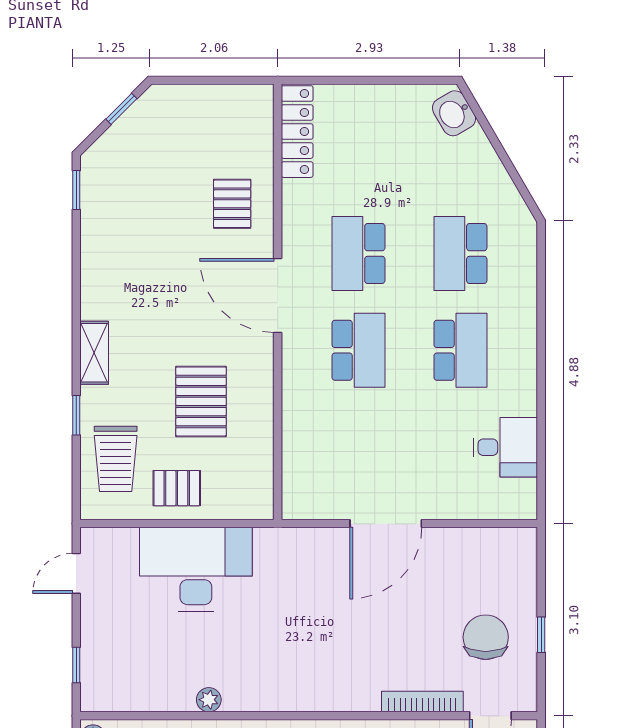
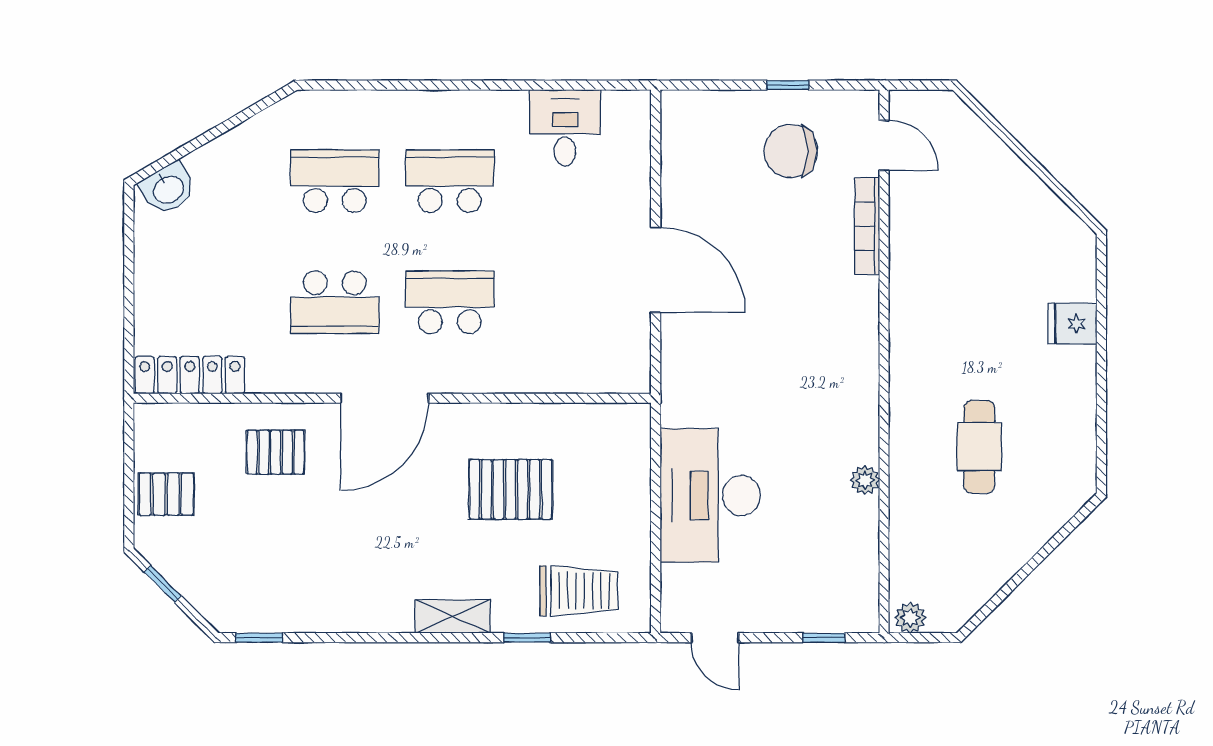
school desk: (460, 254) -> (335, 181), turned 180
pallet: (177, 488) -> (166, 494), moved, turned 90

